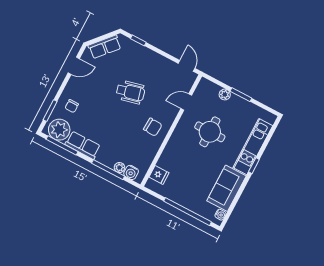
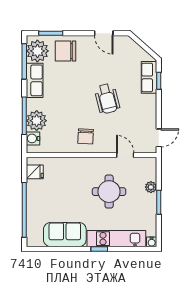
row of seats: (105, 47) -> (149, 77), moved, turned 48
chair: (72, 106) -> (65, 51), width x1.87, depth x1.87
plant: (119, 168) -> (37, 121), width x1.88, depth x1.88
fridge: (159, 175) -> (35, 172), moved, turned -90
water cooler: (220, 215) -> (152, 242), moved

